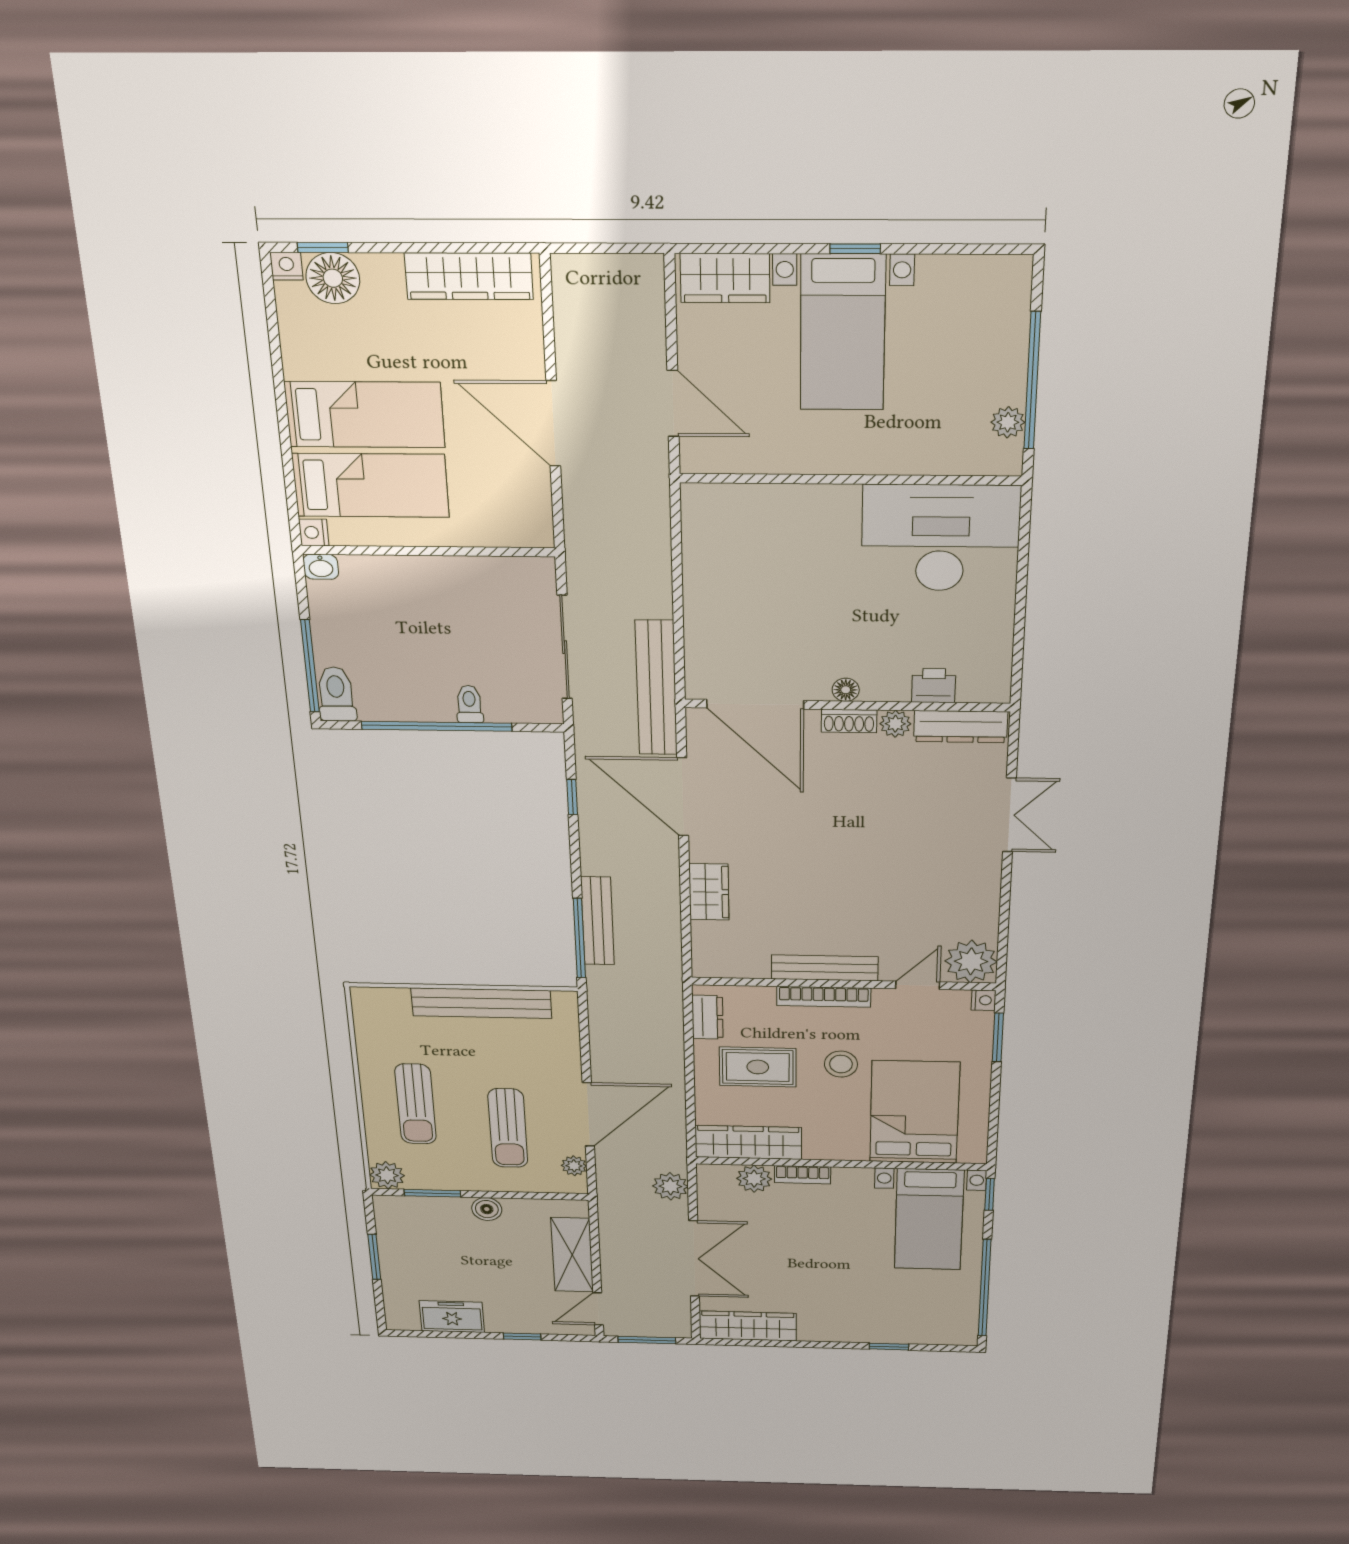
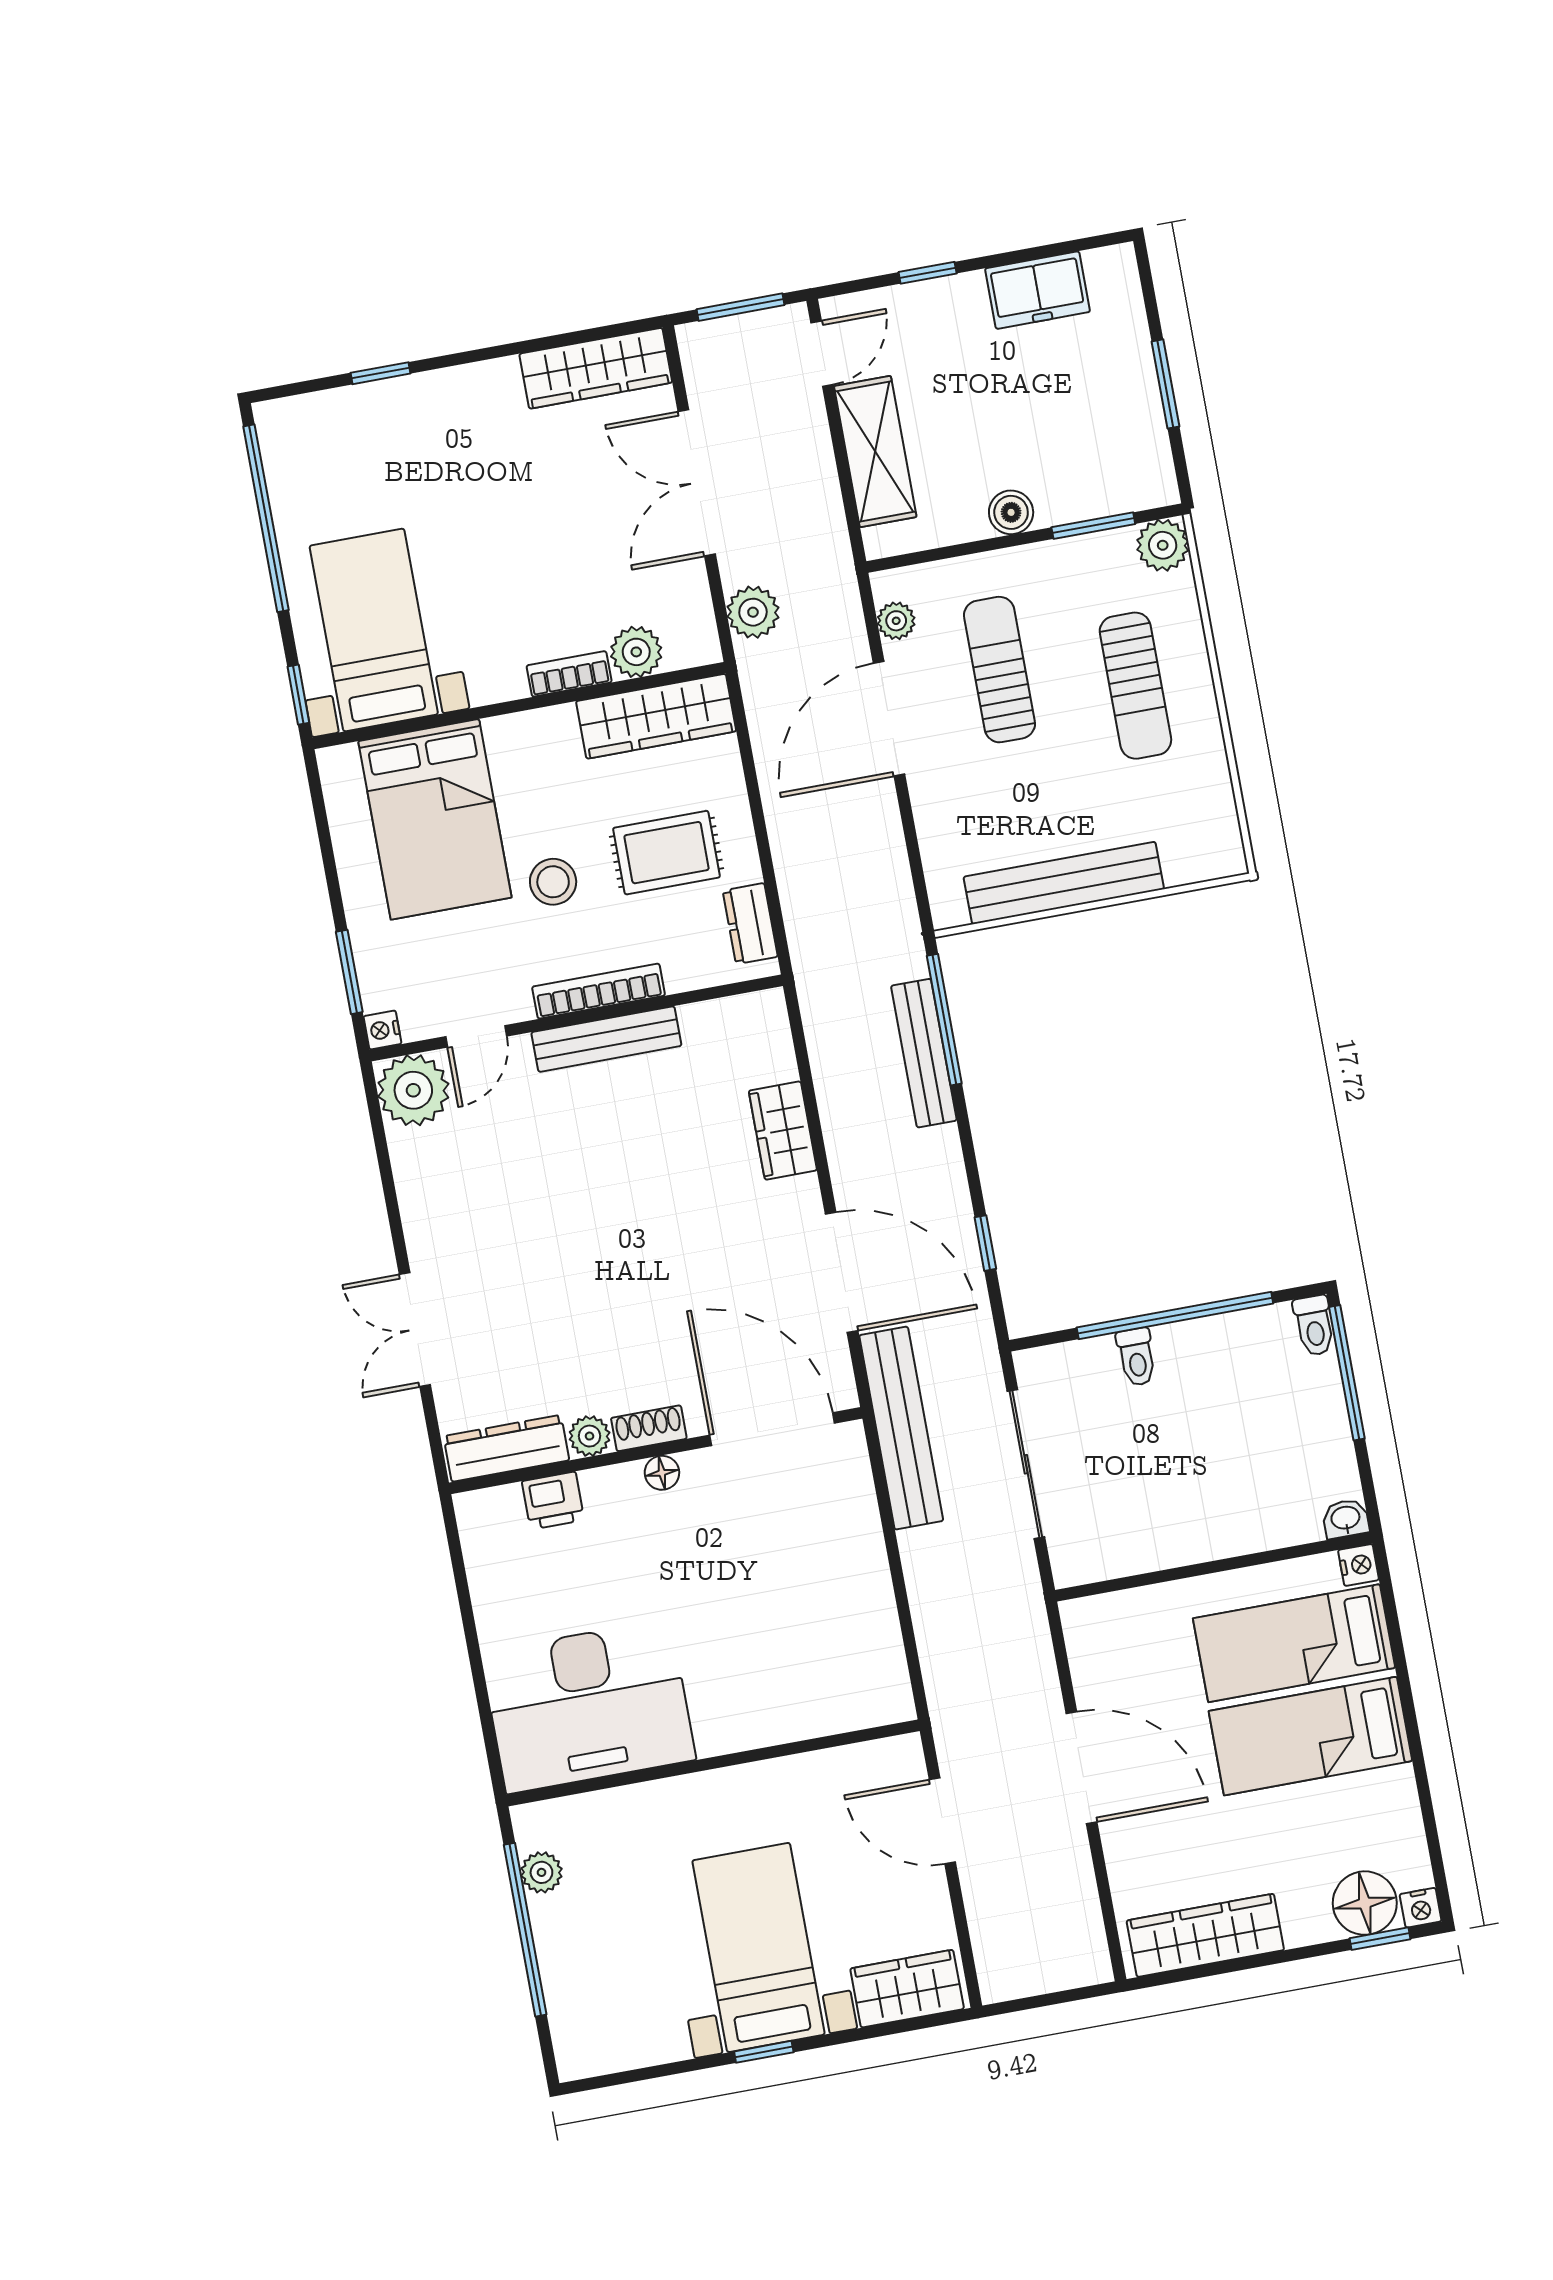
toilet: (336, 694) -> (1314, 1326), width x0.73, depth x0.72
sun lounger: (416, 1104) -> (1135, 686), turned 180

